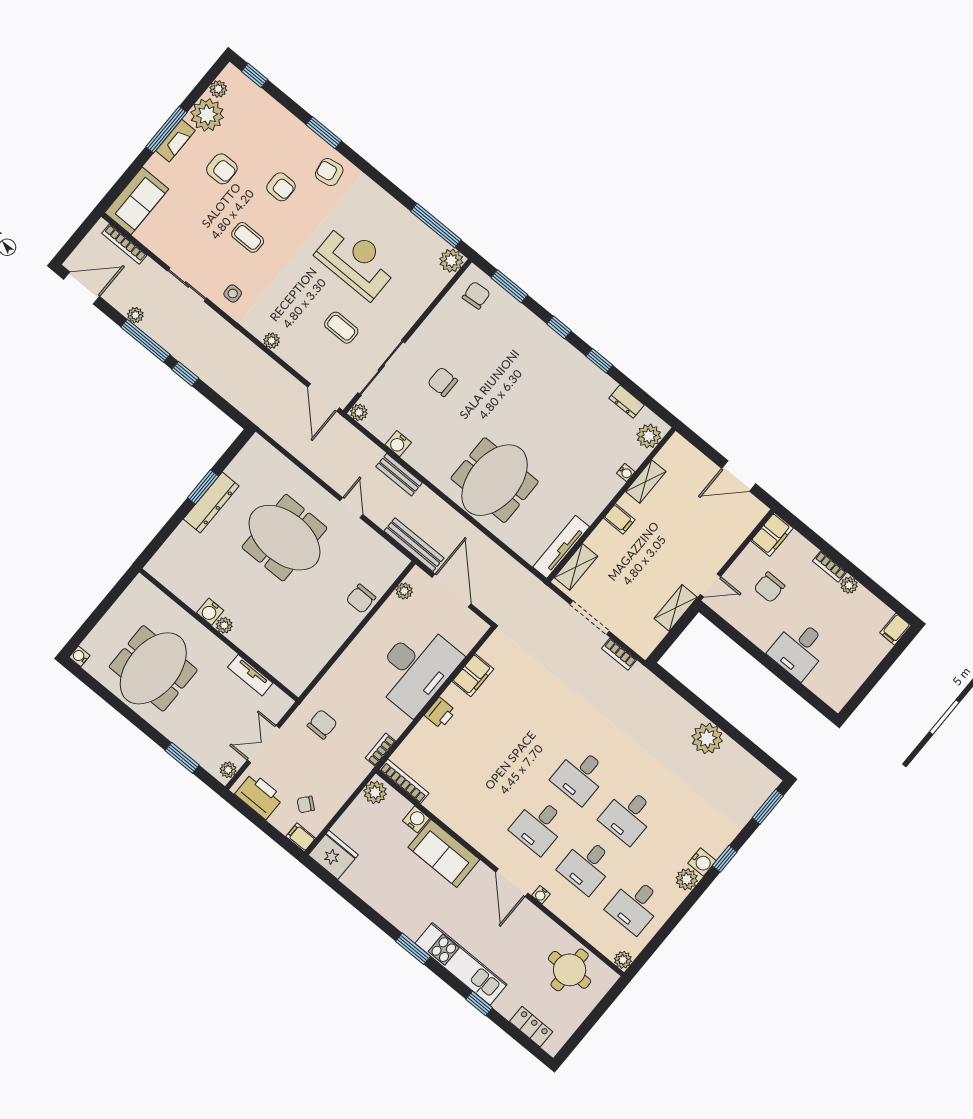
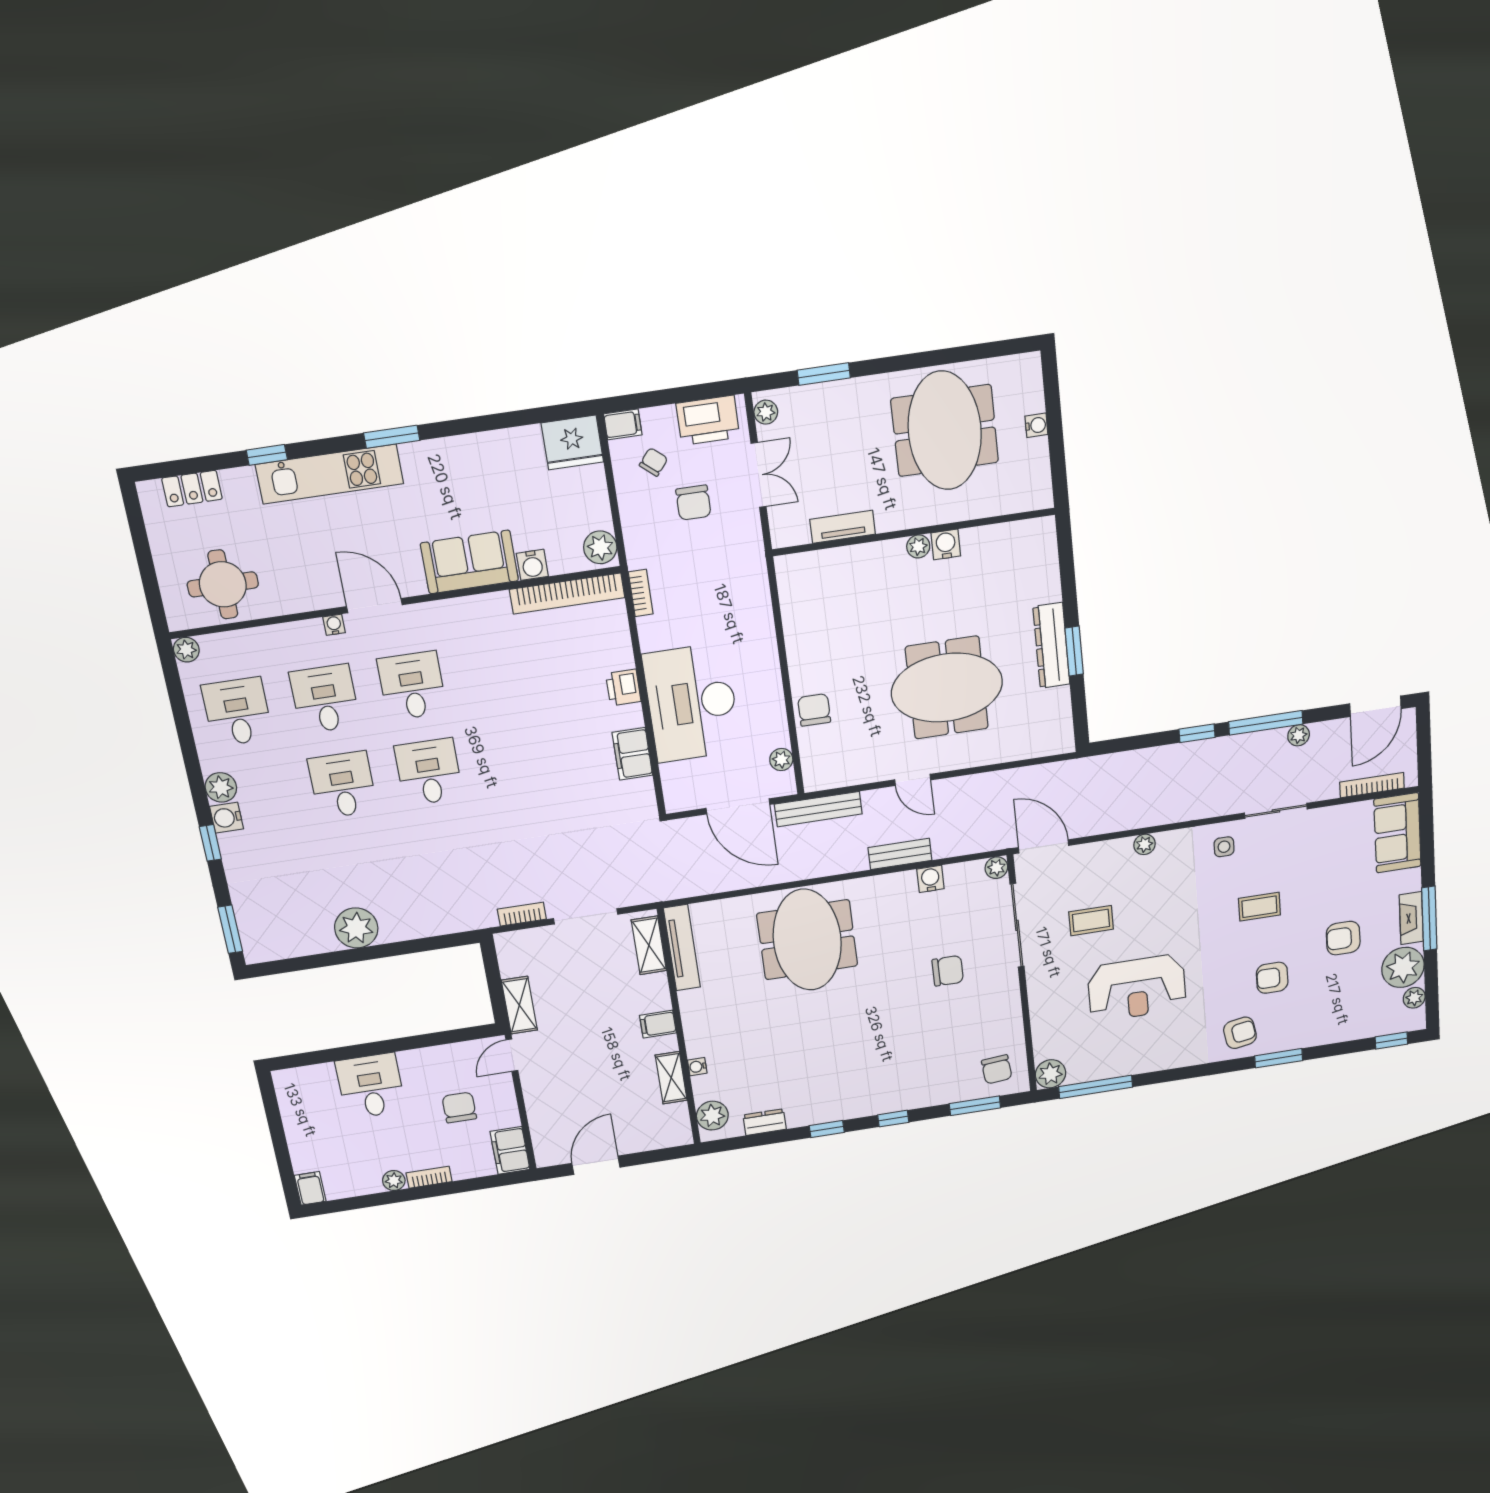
water cooler: (79, 656) -> (1036, 425), moved
chair: (322, 724) -> (693, 503), moved
bookcase: (404, 781) -> (567, 594), width x1.48, depth x1.31

